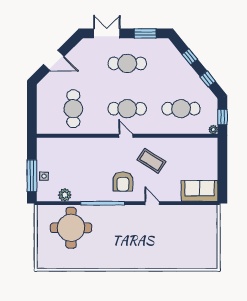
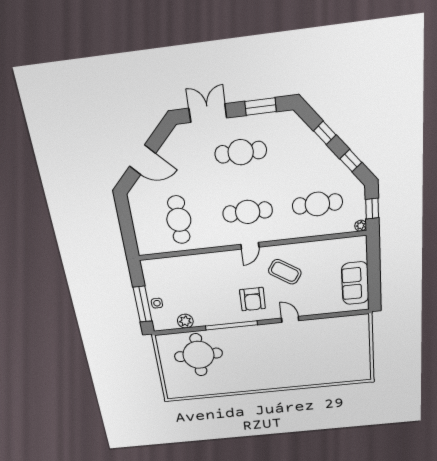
door: (126, 136) -> (250, 246), swing flipped
sofa: (200, 191) -> (355, 283), moved, turned -90

